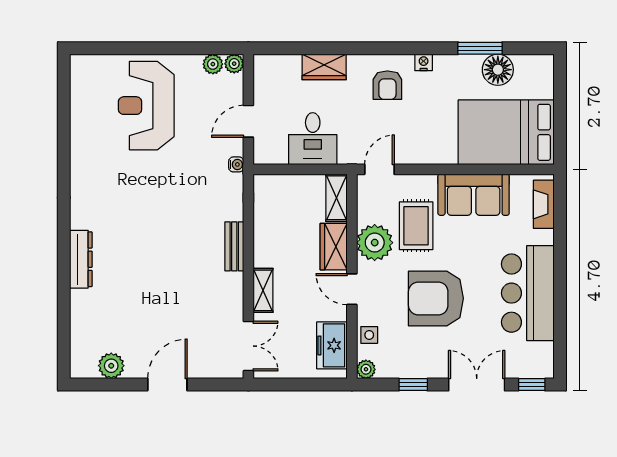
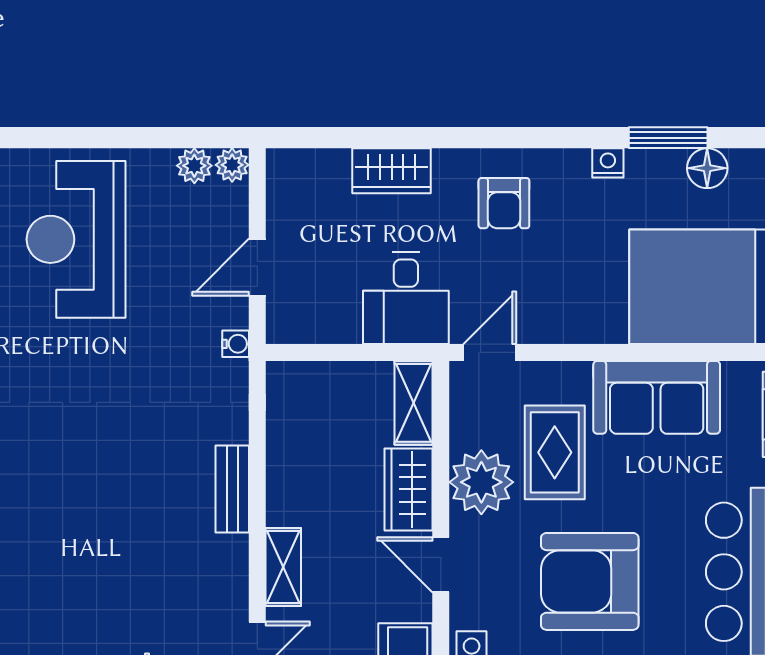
nightstand: (424, 62) -> (608, 163), moved
floor lamp: (498, 70) -> (707, 168), width x0.73, depth x0.73
desk: (313, 139) -> (406, 298), moved

